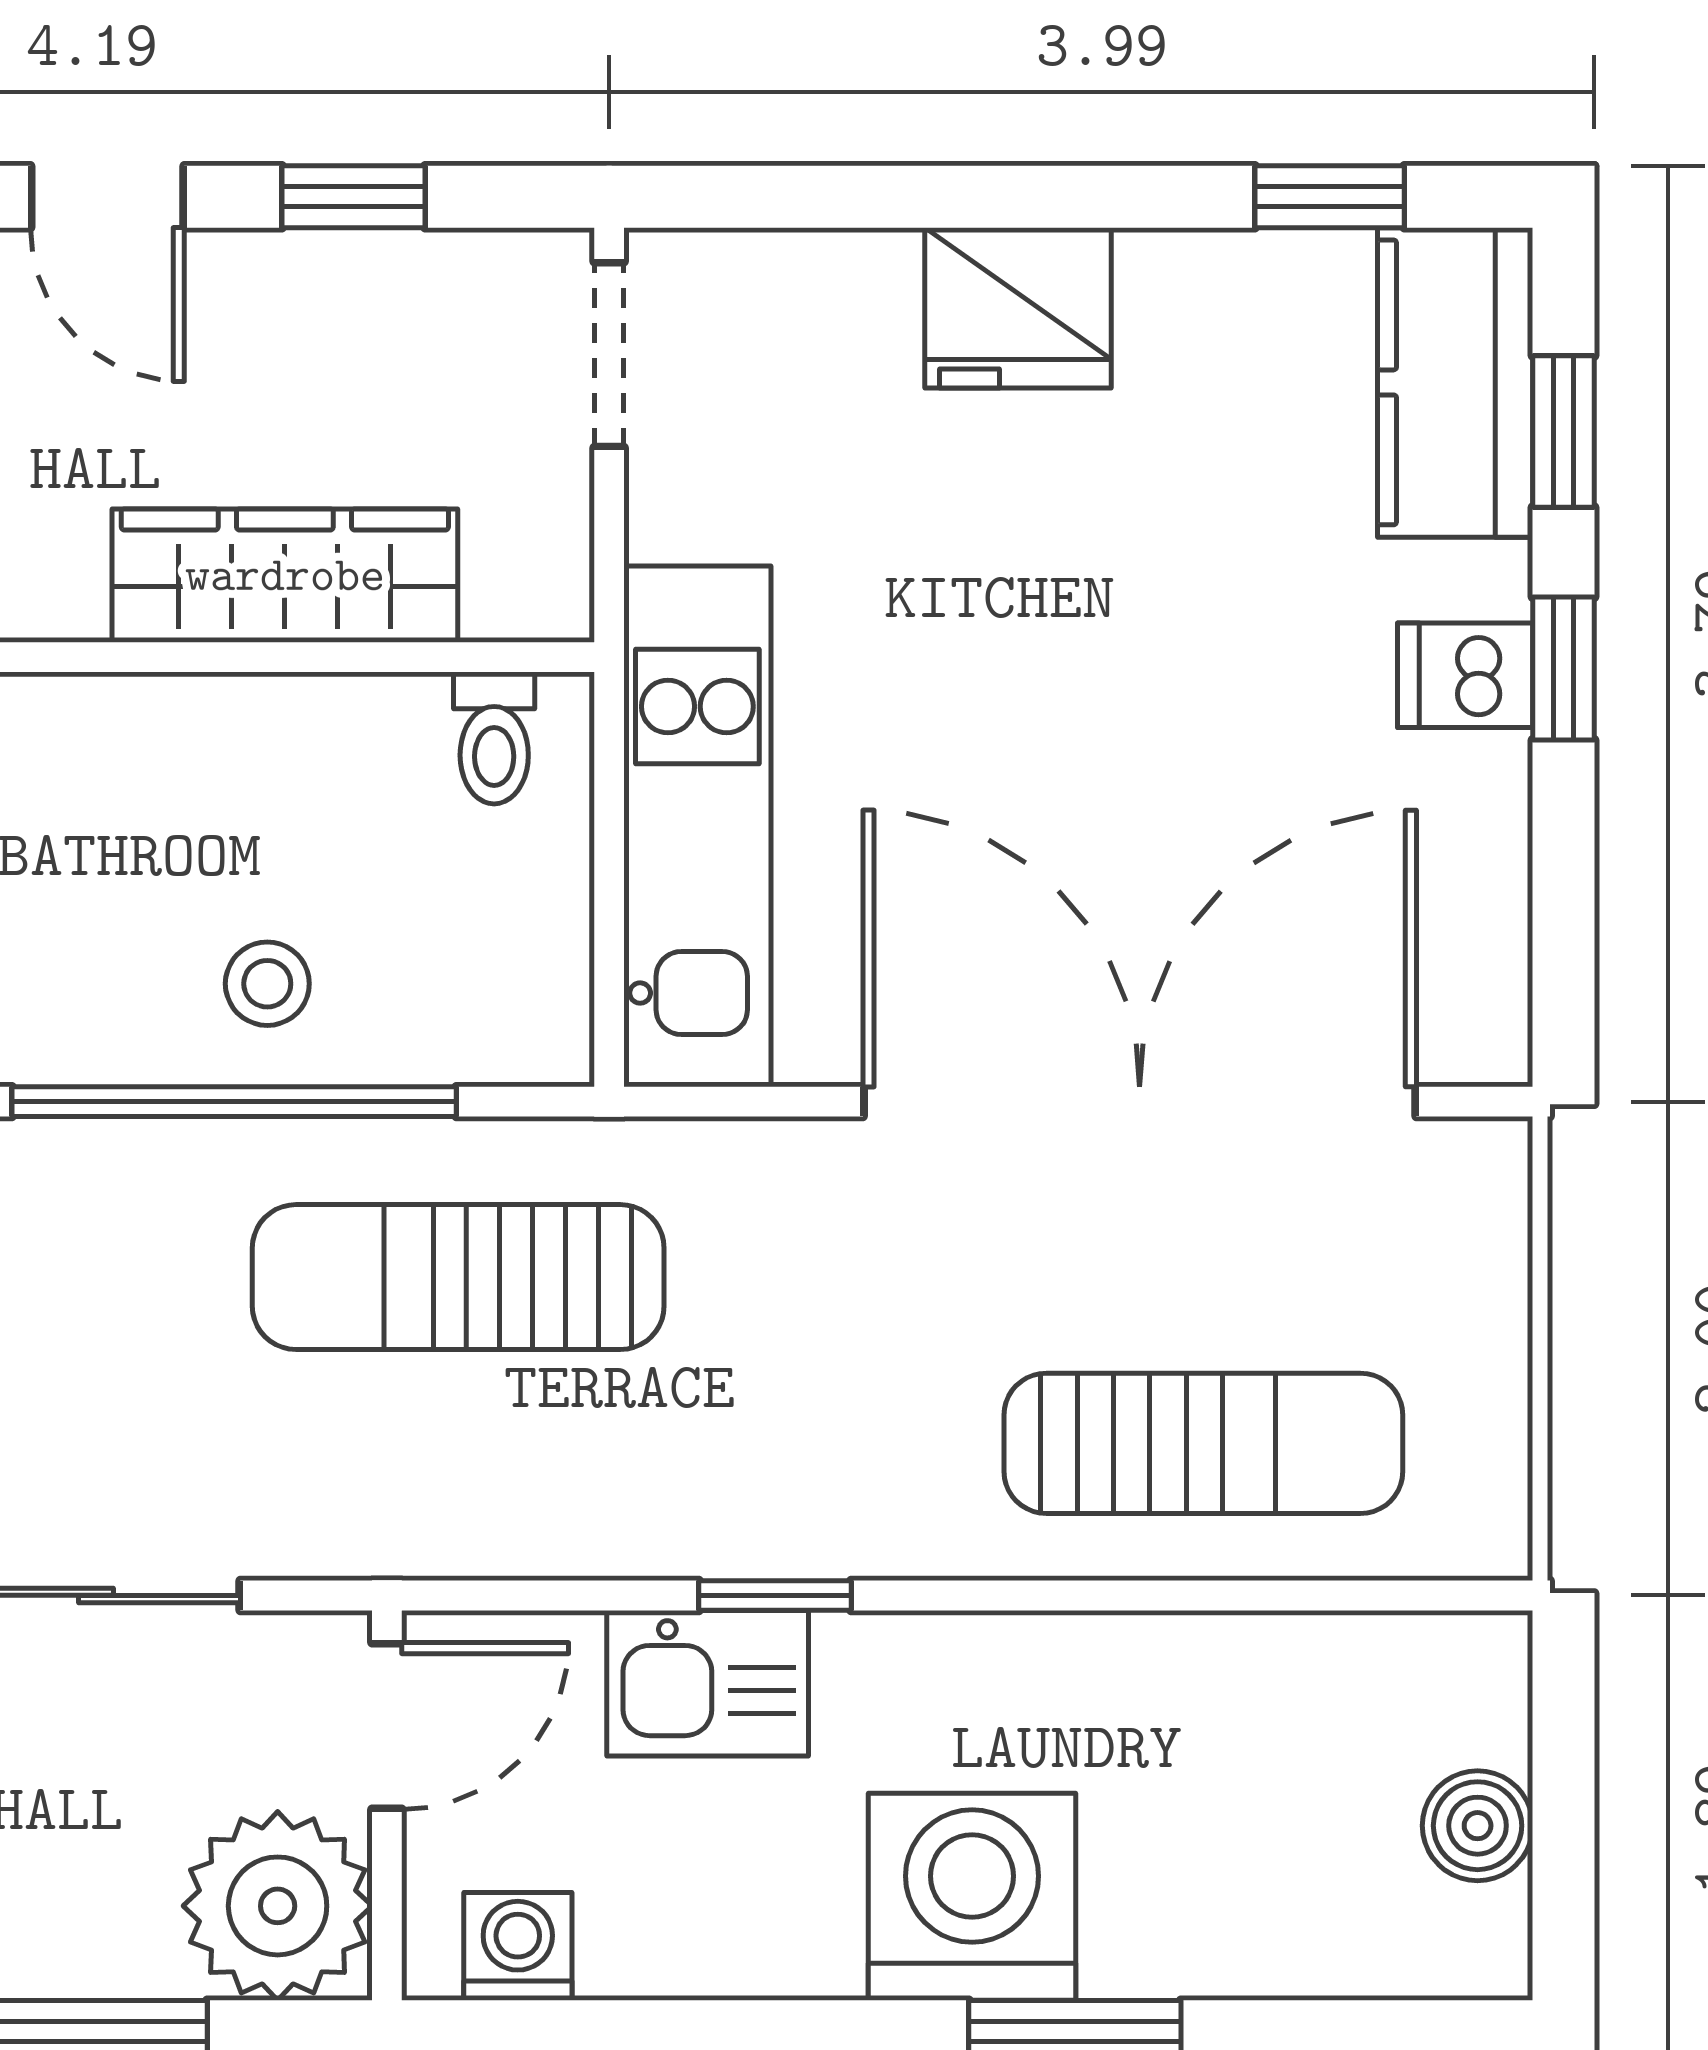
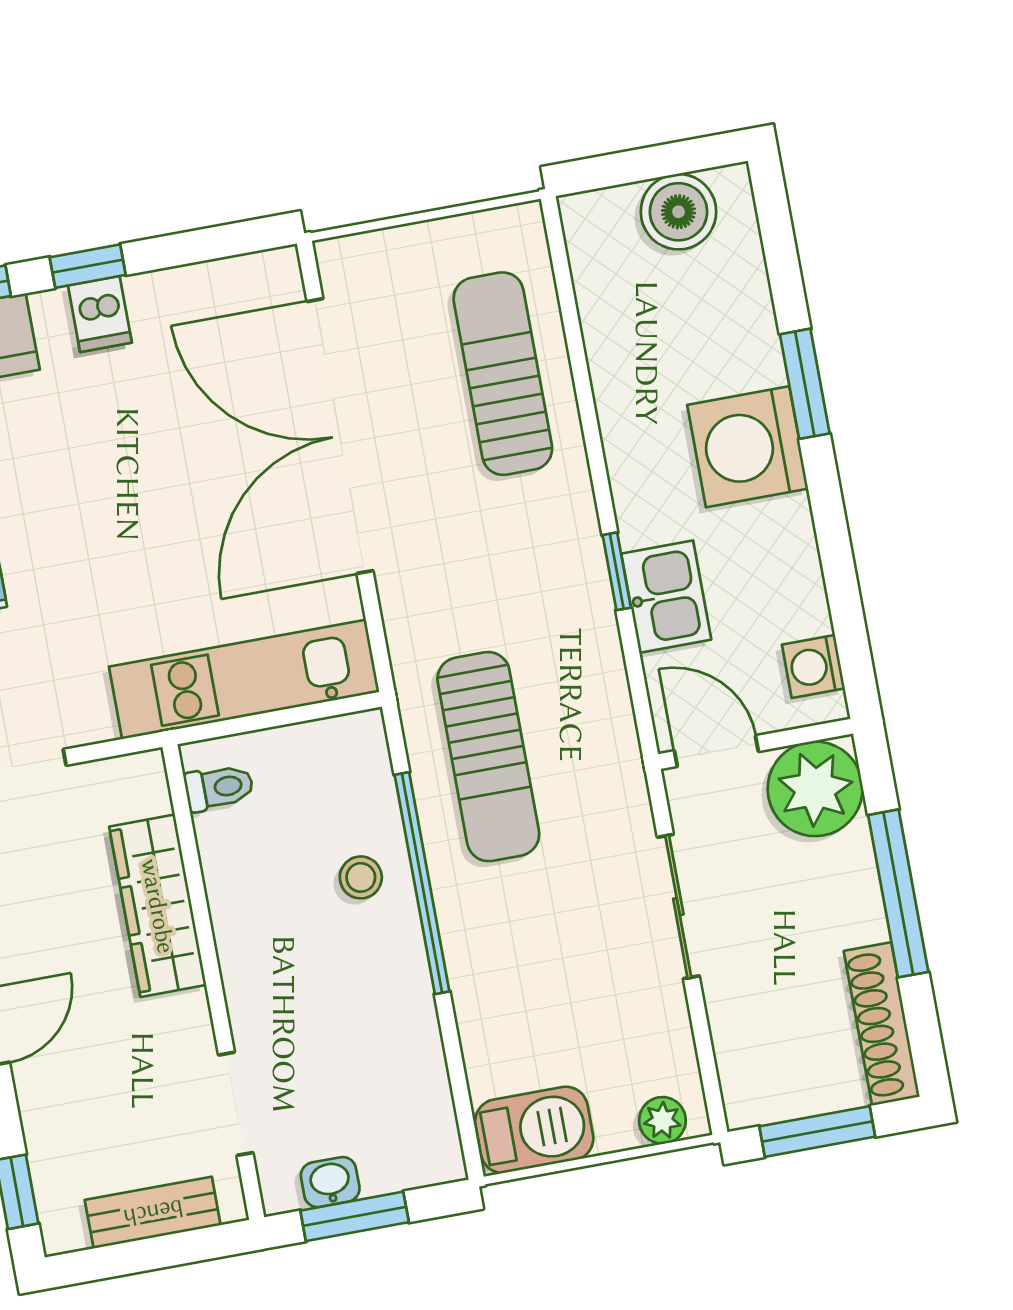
boiler: (1478, 1826) -> (678, 212), width x1.36, depth x1.36

